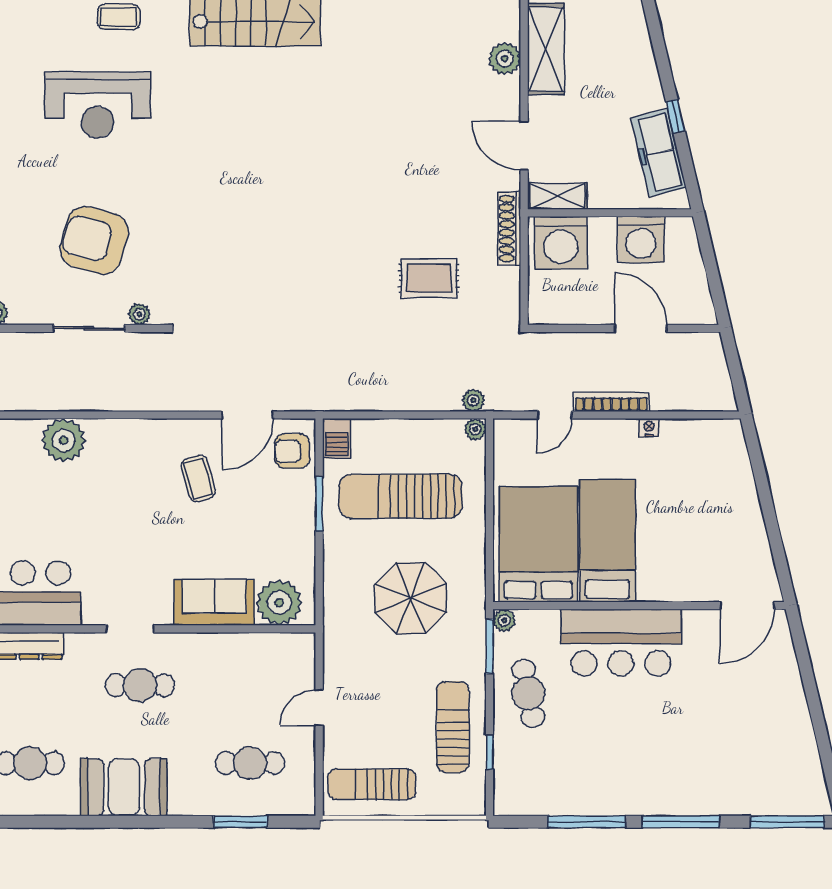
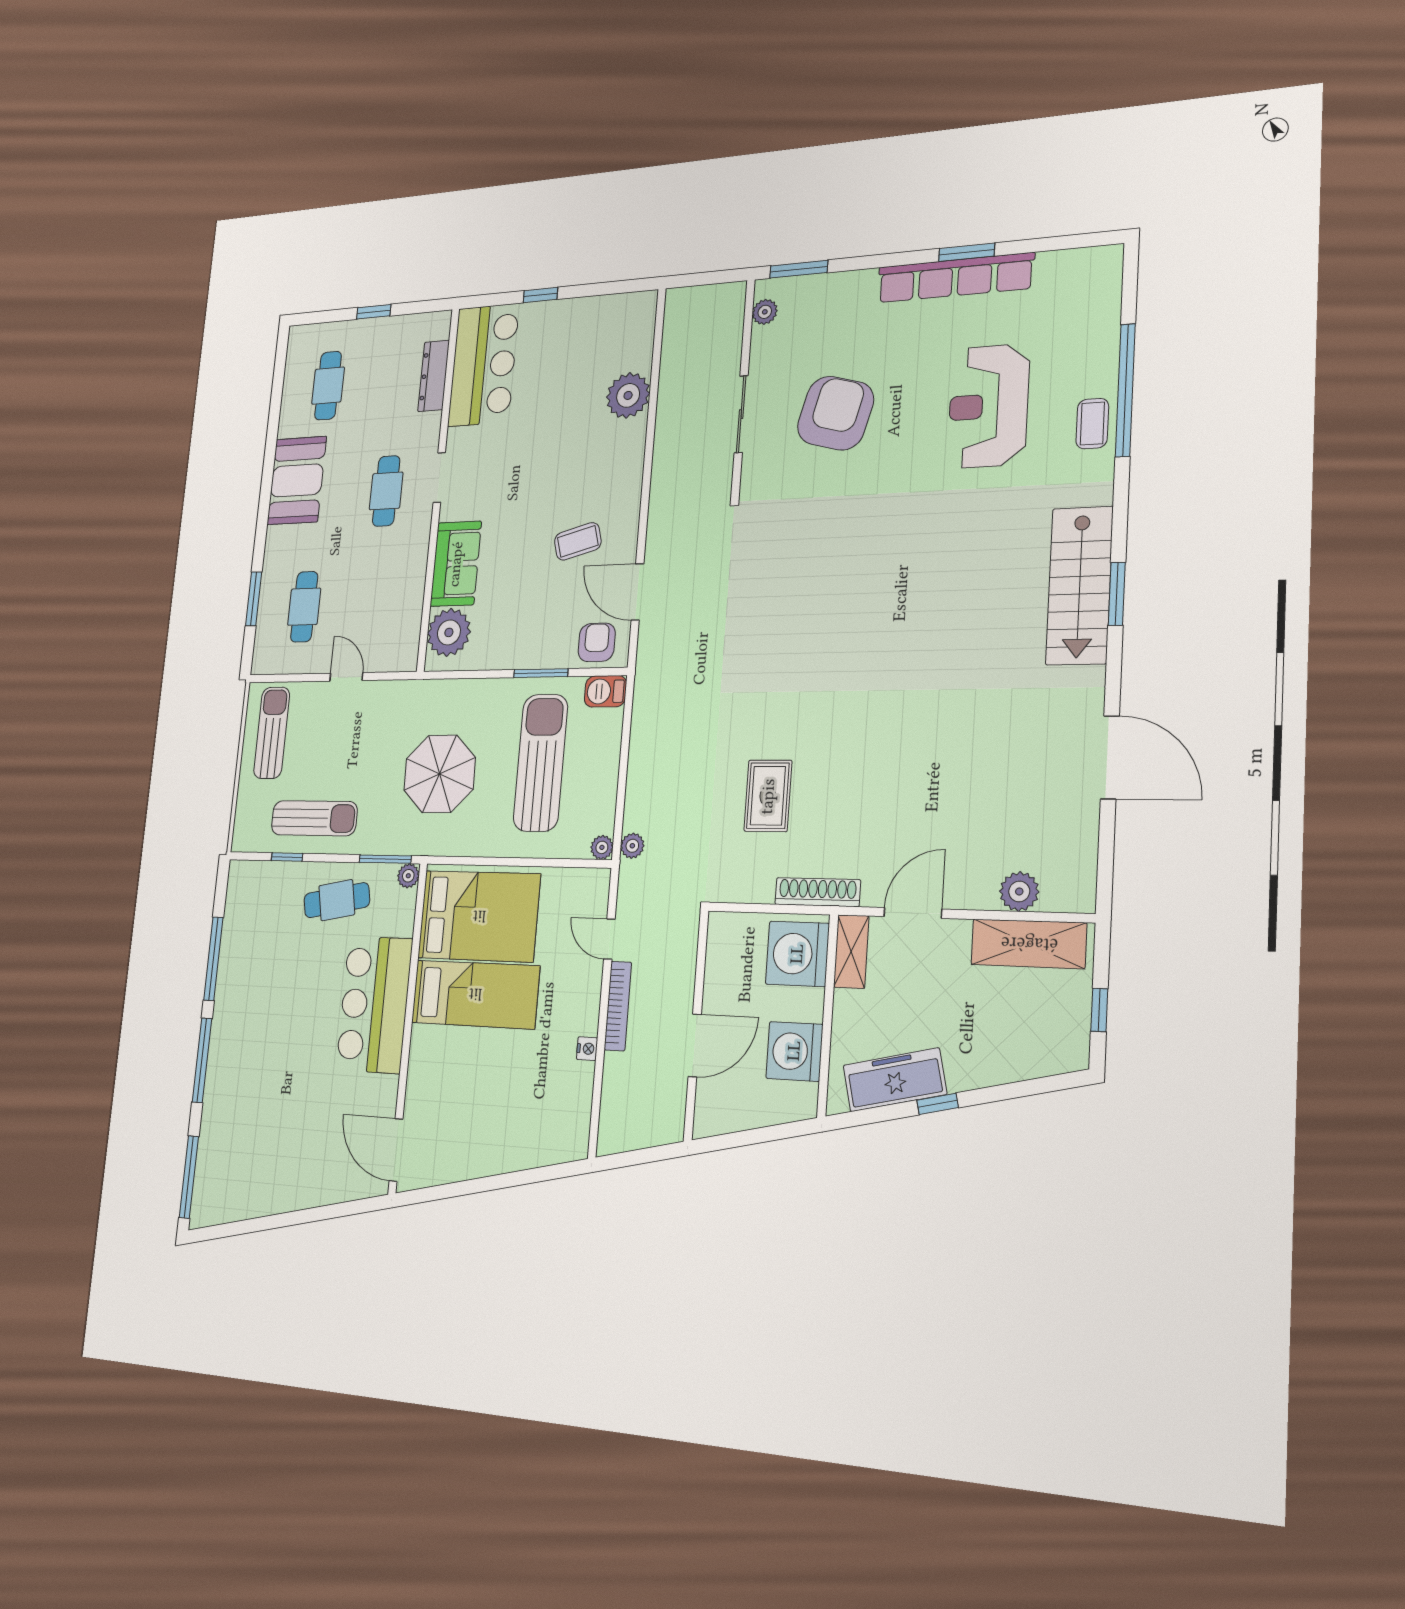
plant: (139, 314) -> (752, 468), removed

